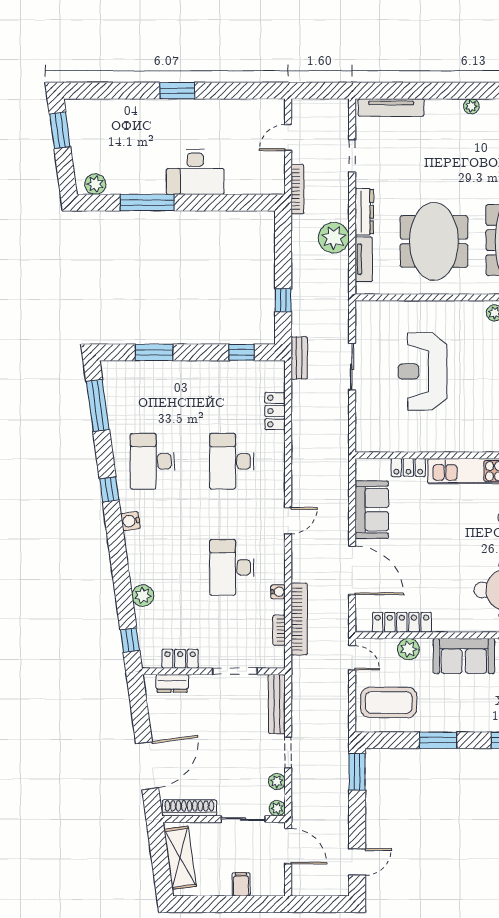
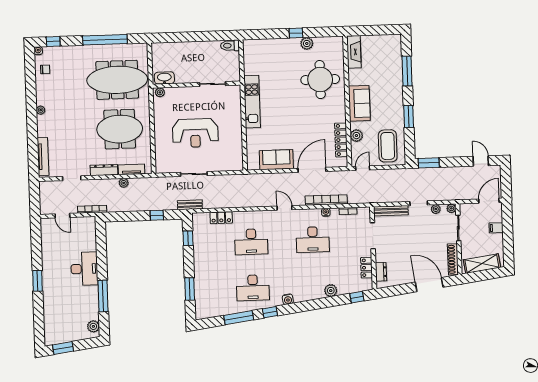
plant: (334, 238) -> (124, 183), width x0.53, depth x0.53
window: (98, 405) -> (239, 318), moved
locker: (408, 467) -> (251, 139), removed
bookcase: (299, 619) -> (326, 200), moved
door: (288, 846) -> (489, 201), moved

